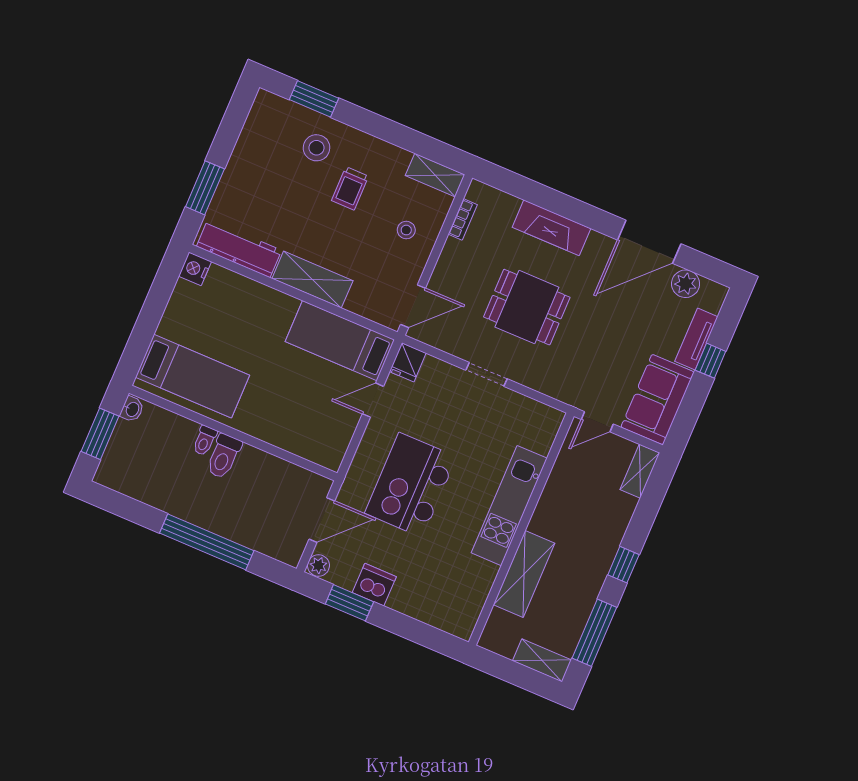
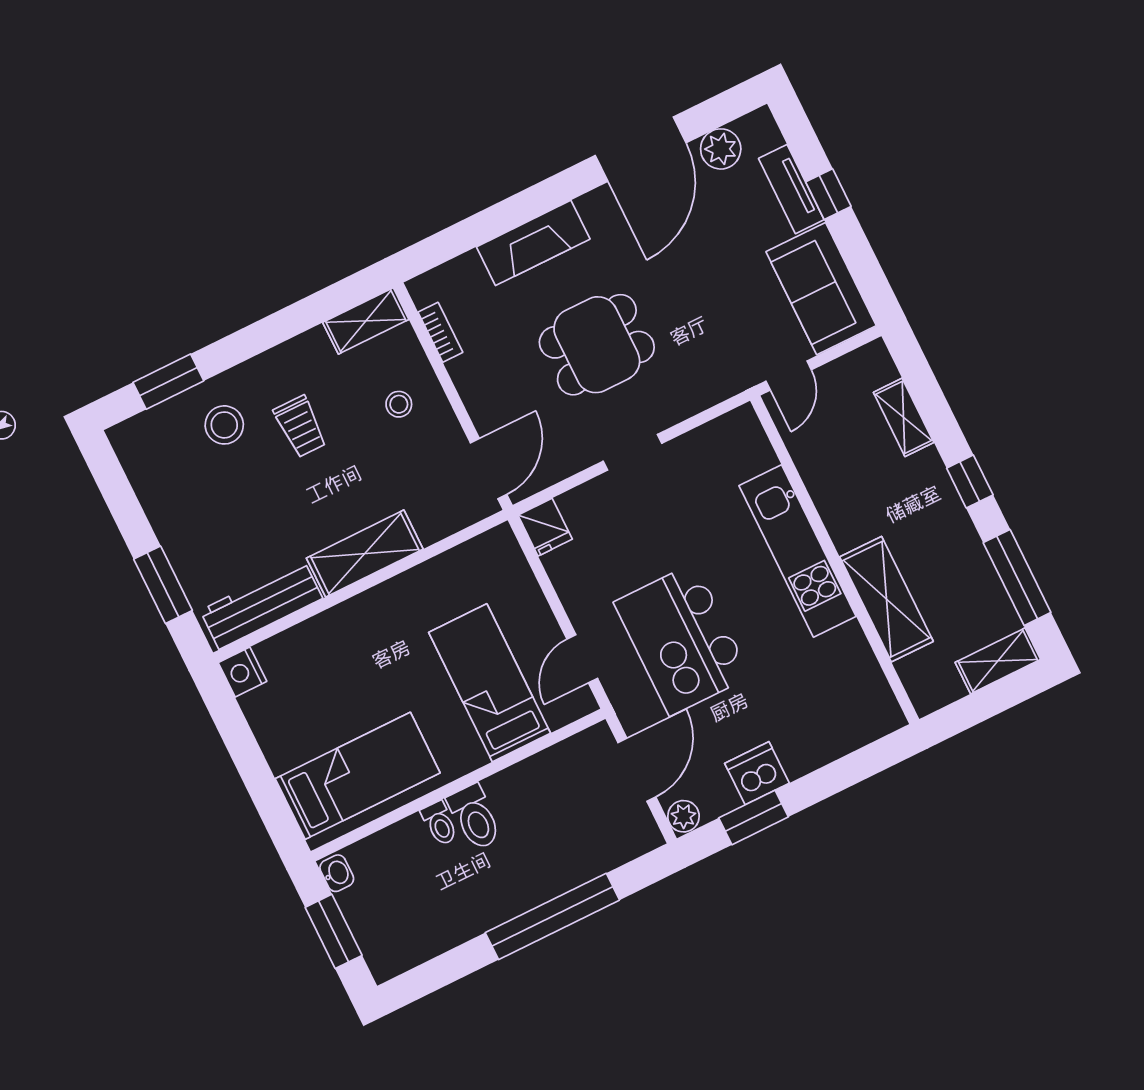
bed: (340, 341) -> (490, 683), moved, turned 90
door: (373, 400) -> (582, 659), moved
shelving: (640, 471) -> (904, 417), moved

